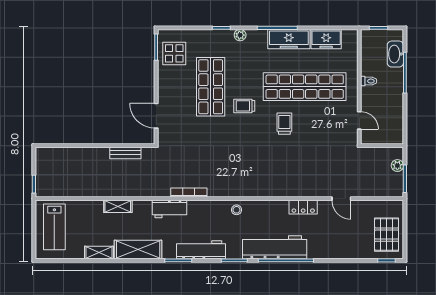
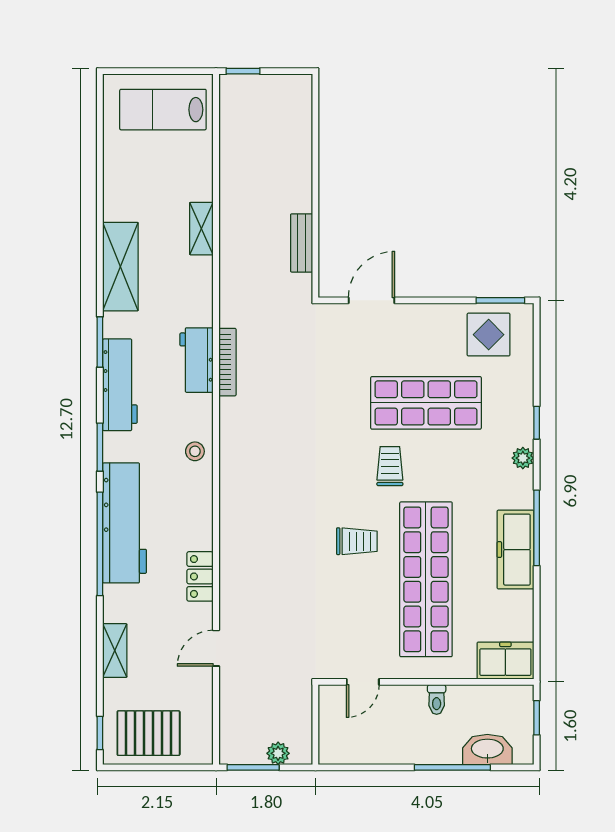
freezer: (326, 39) -> (505, 661), moved, turned 90
workbench: (170, 209) -> (197, 360), moved
shelving: (99, 252) -> (115, 651), moved

